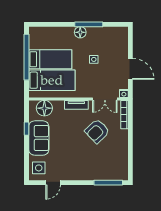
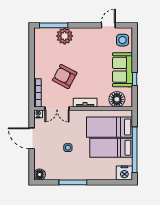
floor lamp: (80, 32) -> (40, 174), moved
nightstand: (37, 34) -> (124, 173), added
double door: (105, 99) -> (57, 108), swing flipped
armchair: (97, 131) -> (65, 77), turned -108
plant: (97, 172) -> (65, 36), added

